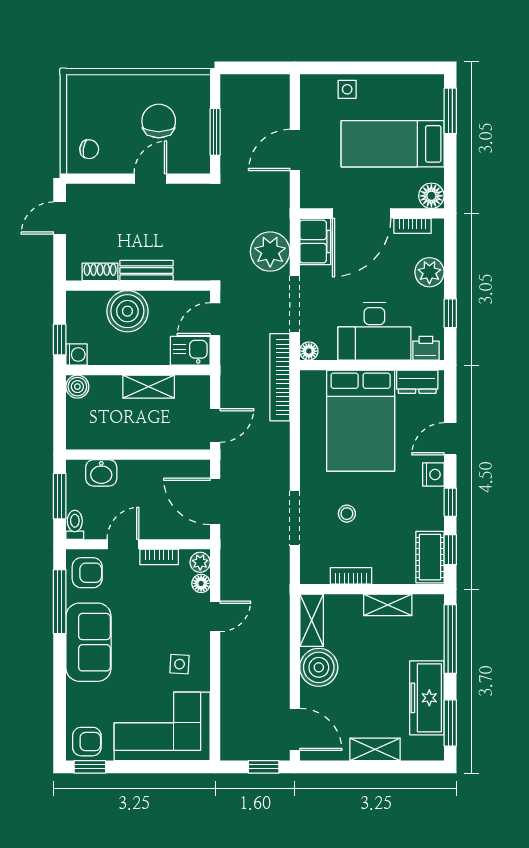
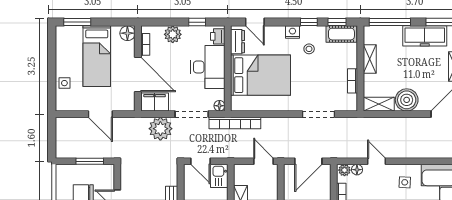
door: (450, 439) -> (255, 22), moved
stool: (347, 514) -> (309, 49), moved

